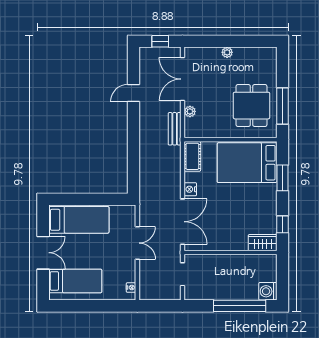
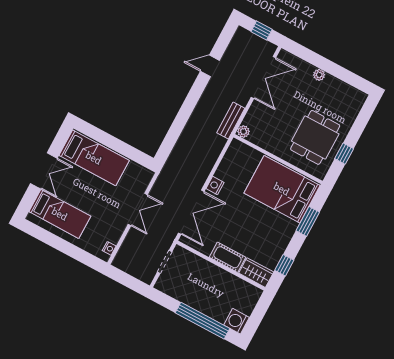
double door: (183, 79) -> (263, 77), swing flipped
window: (282, 106) -> (344, 154), width x0.46
plant: (190, 111) -> (243, 132), moved
cot: (192, 156) -> (227, 257), moved, turned 90

